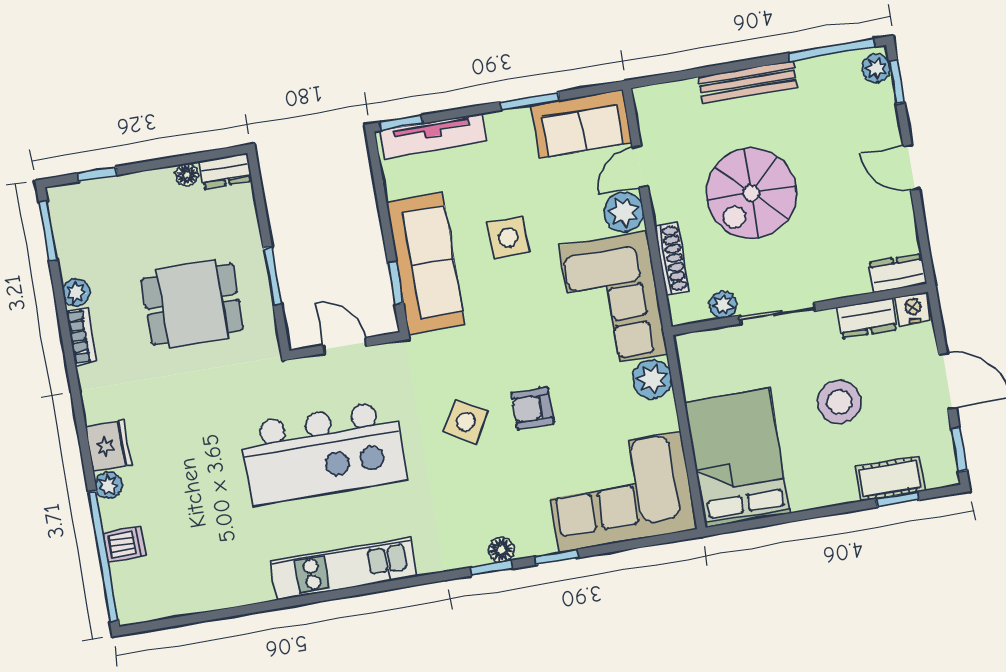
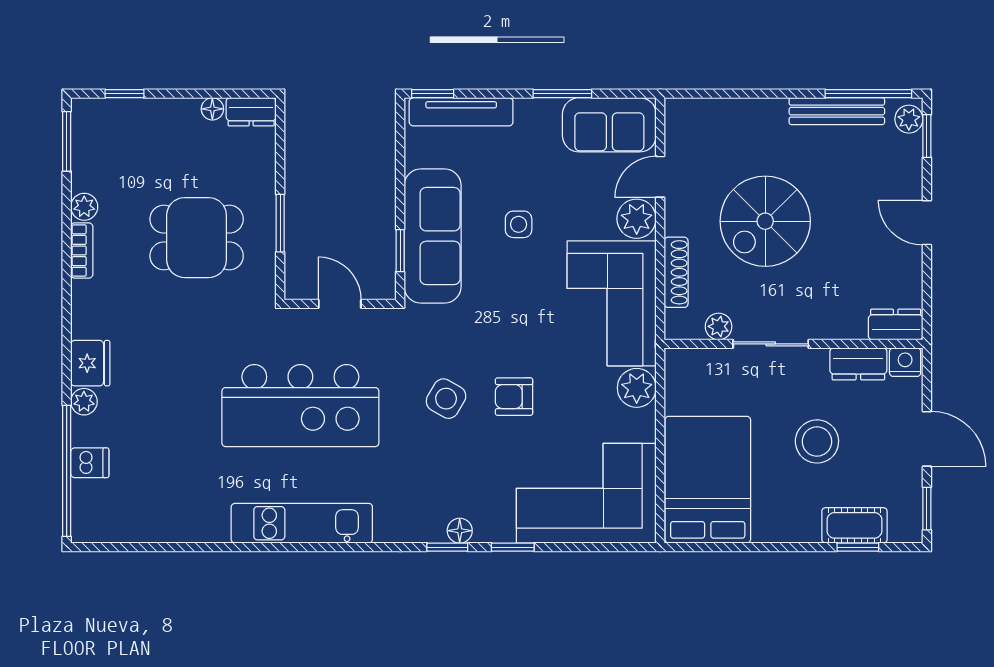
bench: (748, 82) -> (837, 111), moved
side table: (508, 237) -> (519, 224), width x0.73, depth x0.73

